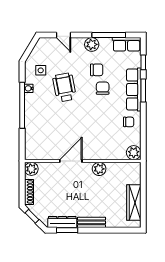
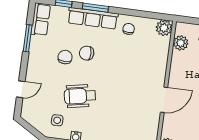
window: (109, 35) -> (28, 38), width x0.69
plant: (92, 44) -> (36, 59), removed
door: (71, 161) -> (164, 100), swing flipped
plant: (99, 169) -> (181, 43), moved

